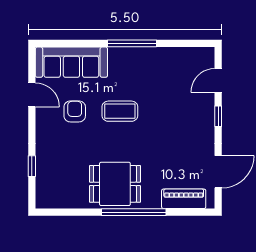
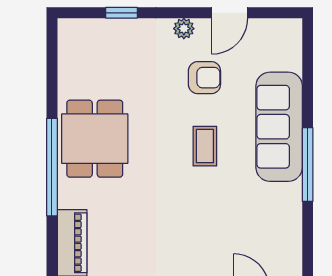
sofa: (71, 62) -> (279, 127), moved
coffee table: (120, 111) -> (205, 146), width x0.73, depth x0.77
plant: (42, 125) -> (184, 29), added

